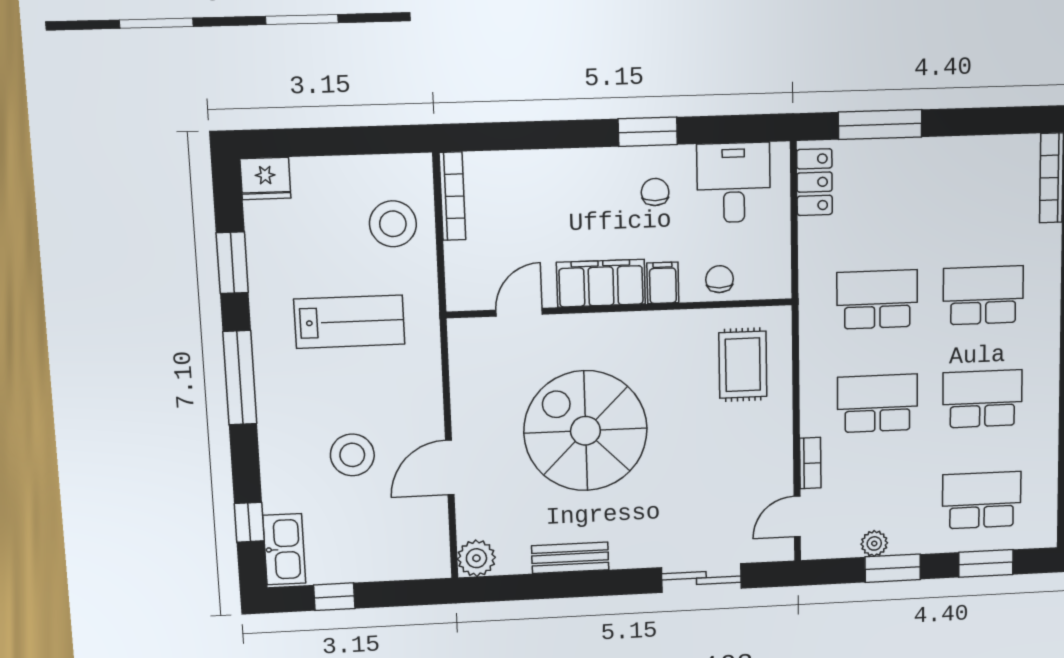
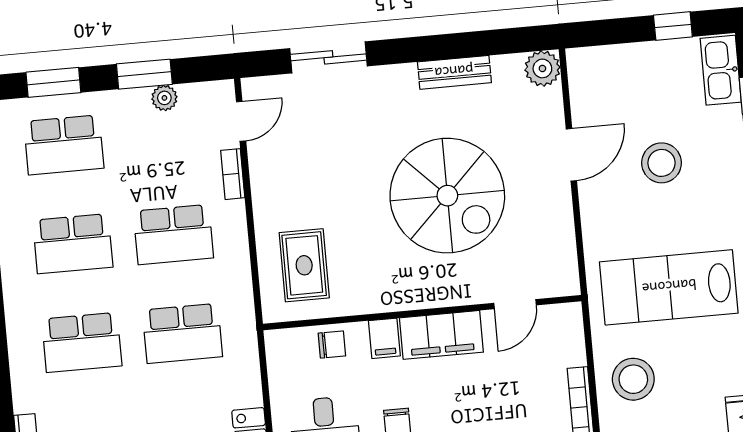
chair: (720, 279) -> (332, 345), turned -90
lab bench: (349, 322) -> (669, 287), width x1.36, depth x1.39

